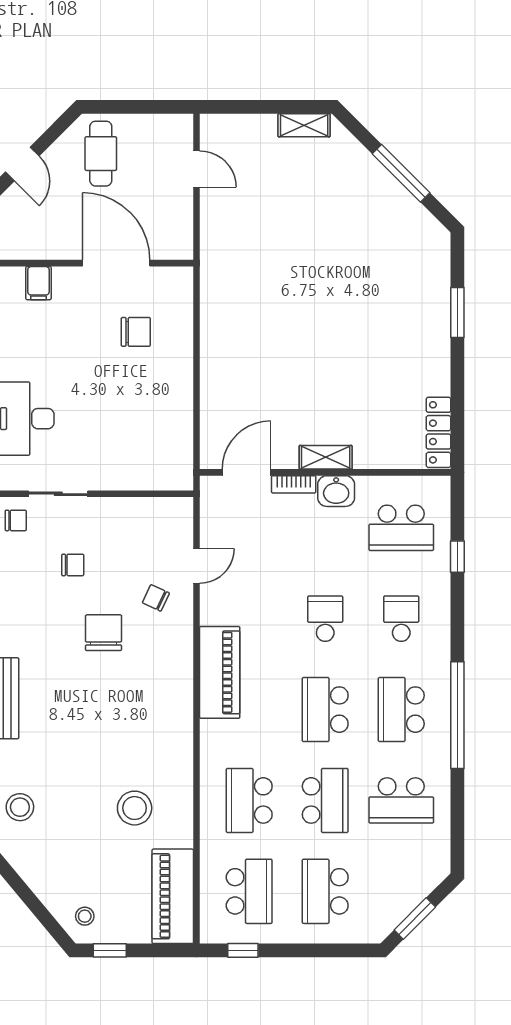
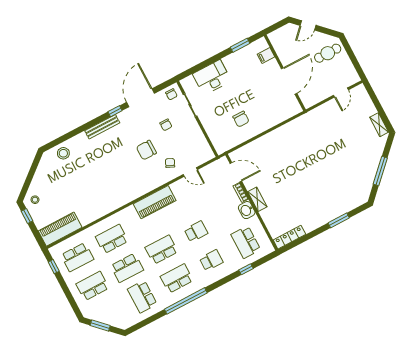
chair: (136, 332) -> (241, 119), moved
chair: (104, 633) -> (146, 150), turned 180
stool: (135, 808) -> (86, 197), removed

